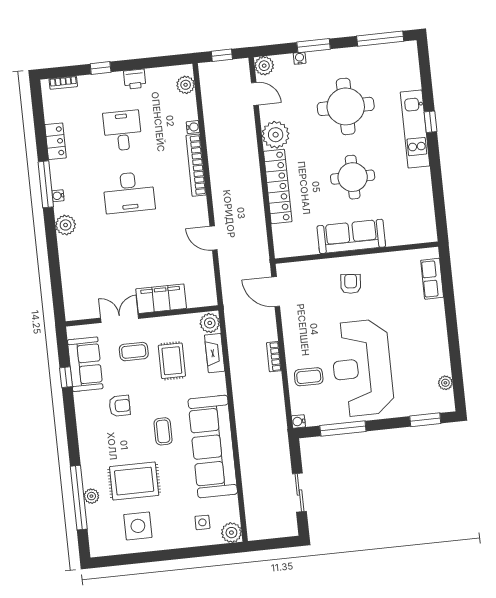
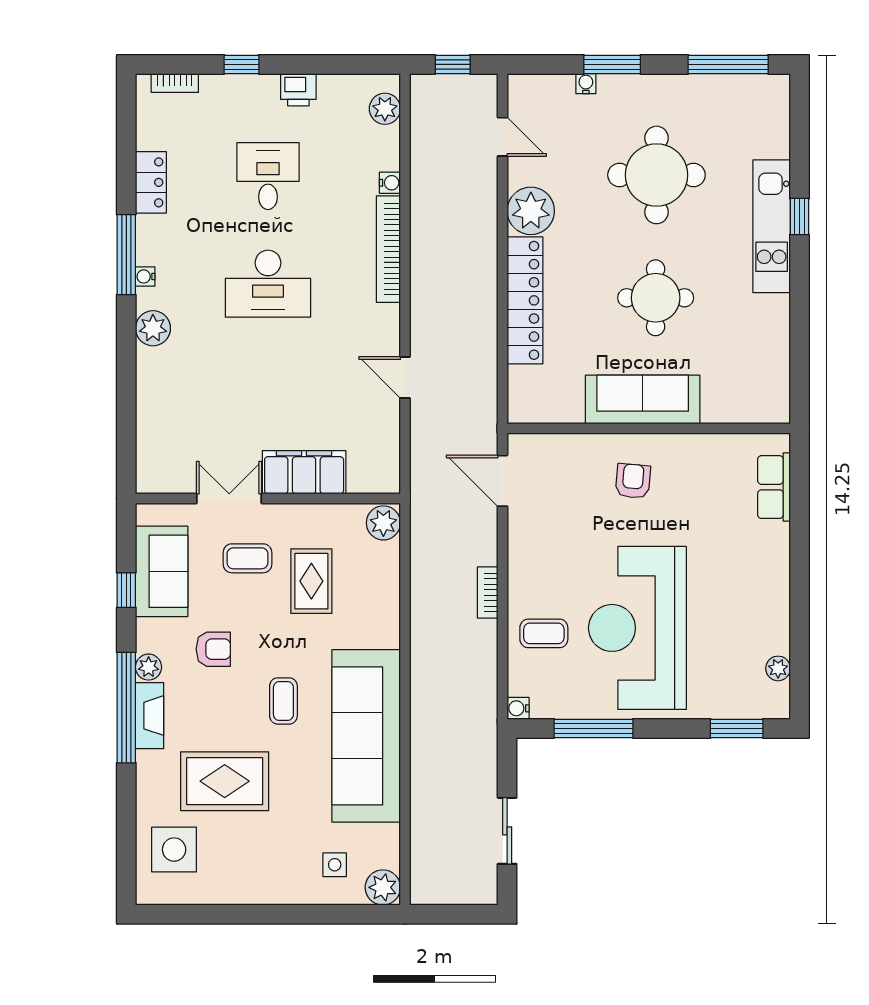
plant: (264, 66) -> (524, 90), removed
fireplace: (215, 353) -> (150, 716), moved, turned 180
plant: (91, 496) -> (149, 667), moved
window: (79, 498) -> (126, 708), moved
side table: (138, 526) -> (174, 850), moved

